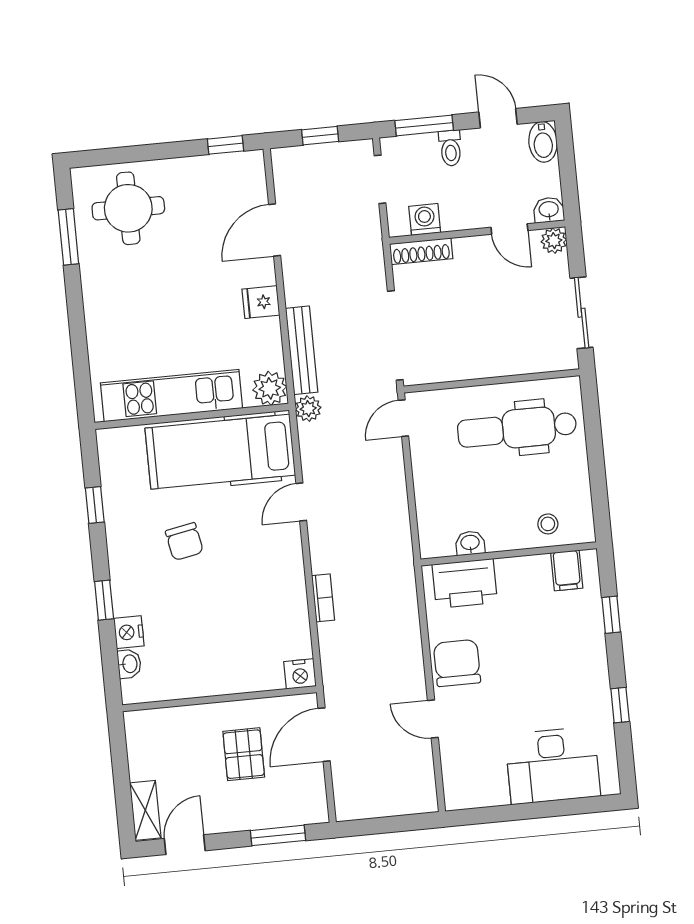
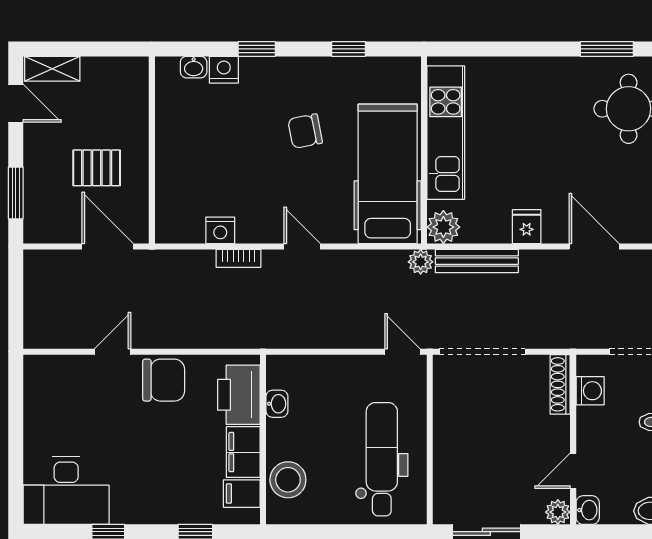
door: (301, 502) -> (302, 246), moved
stool: (548, 524) -> (288, 480), width x1.89, depth x1.89
filing cabinet: (524, 573) -> (243, 452), added
nightstand: (300, 674) -> (220, 230), moved, turned -90
desk: (553, 765) -> (66, 491), moved, turned -90

